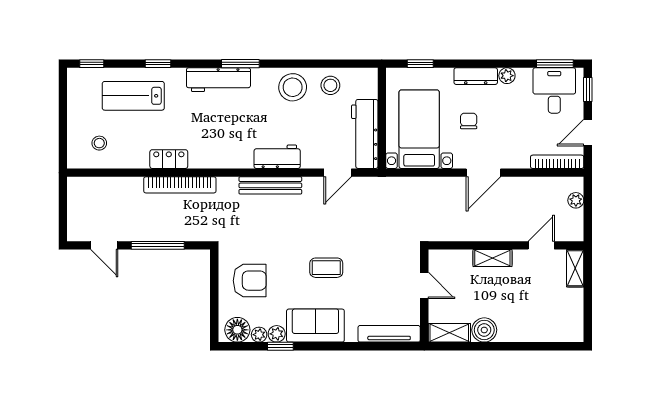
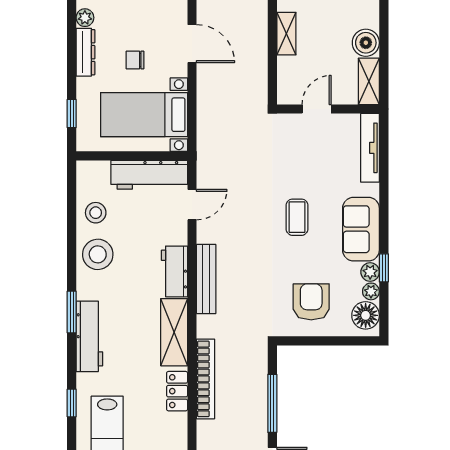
shelving: (222, 156) -> (174, 332), added
door: (338, 173) -> (192, 205), hinge flipped

